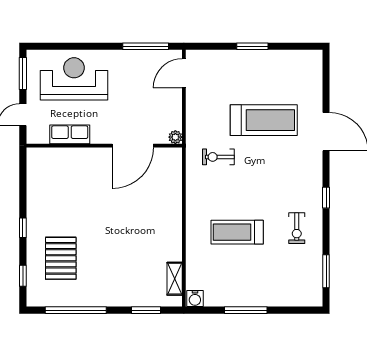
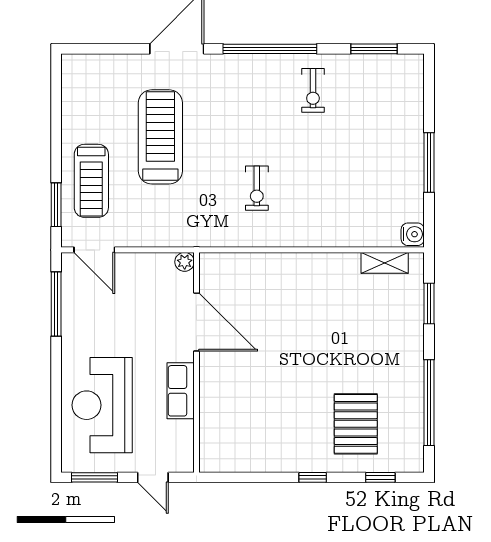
window: (252, 46) -> (56, 205), moved
row of seats: (70, 134) -> (181, 391), moved
exercise bike: (218, 157) -> (257, 188), moved
window: (326, 198) -> (270, 49), width x3.17
exercise bike: (297, 228) -> (313, 90), turned 90
treadmill: (237, 232) -> (91, 181), moved
pallet: (61, 258) -> (356, 424), turned 90

